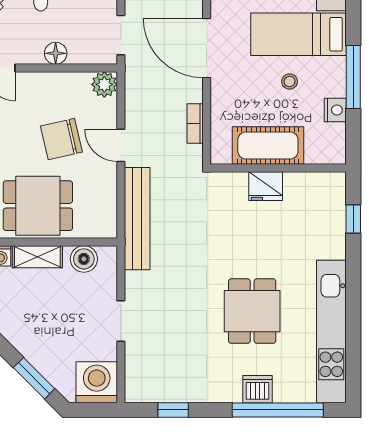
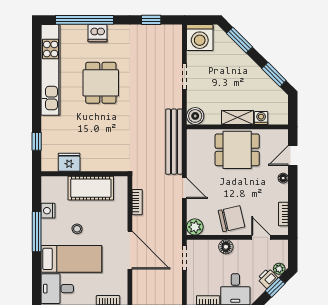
chair: (61, 139) -> (231, 219), moved
fridge: (266, 186) -> (69, 162), moved
boiler: (84, 259) -> (195, 116), moved

